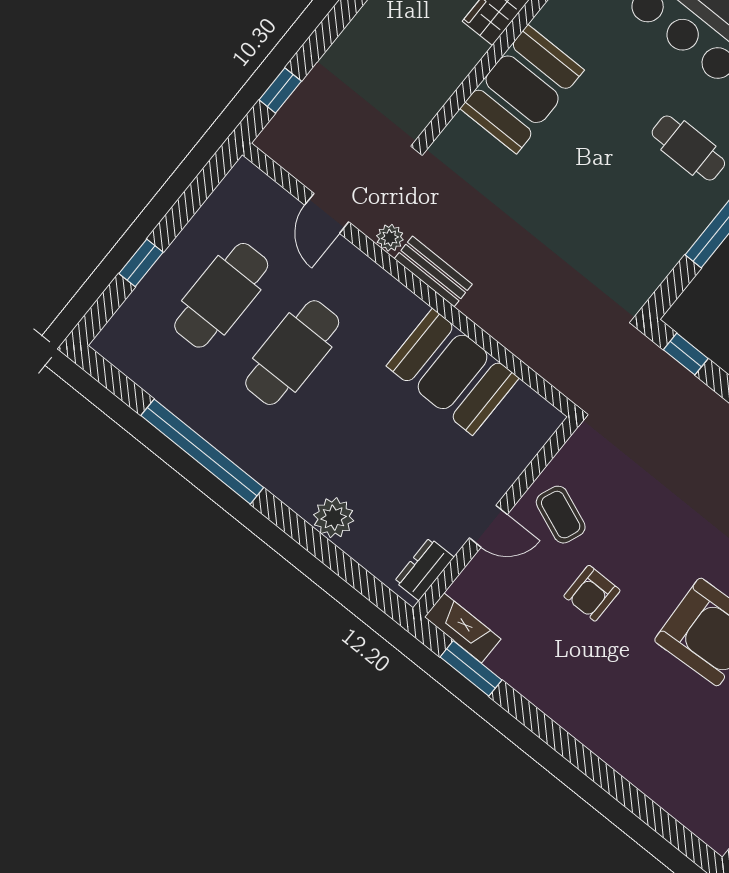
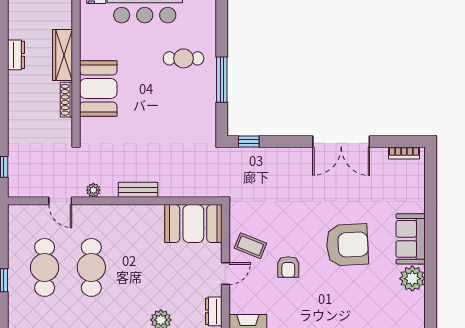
shoe rack: (460, 67) -> (66, 100), added
bench: (433, 271) -> (138, 190), moved
booth: (453, 372) -> (193, 224), moved

